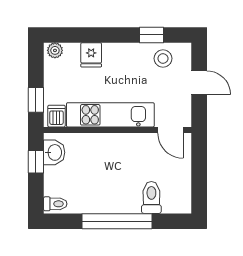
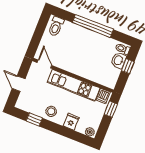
stool: (163, 58) -> (51, 111), moved
washbasin: (54, 152) -> (119, 60), moved
window: (36, 162) -> (128, 66), moved
toilet: (151, 197) -> (56, 26), moved

